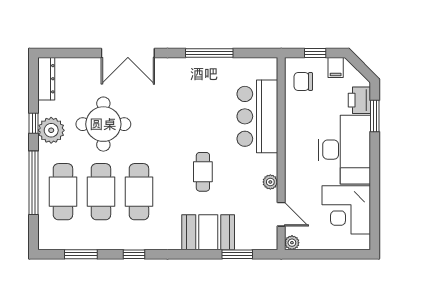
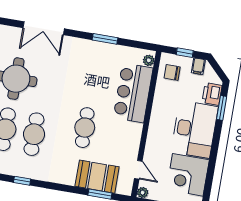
window: (209, 53) -> (105, 39), width x0.69
cafe table: (203, 172) -> (85, 128), width x1.37, depth x1.35
plant: (270, 182) -> (149, 60), moved
booth: (208, 232) -> (97, 177), moved

